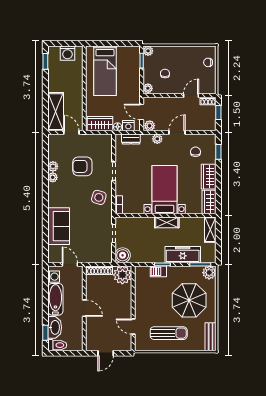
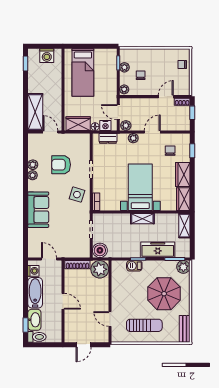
plant: (148, 51) -> (124, 67), moved
sofa: (59, 226) -> (38, 210), moved

